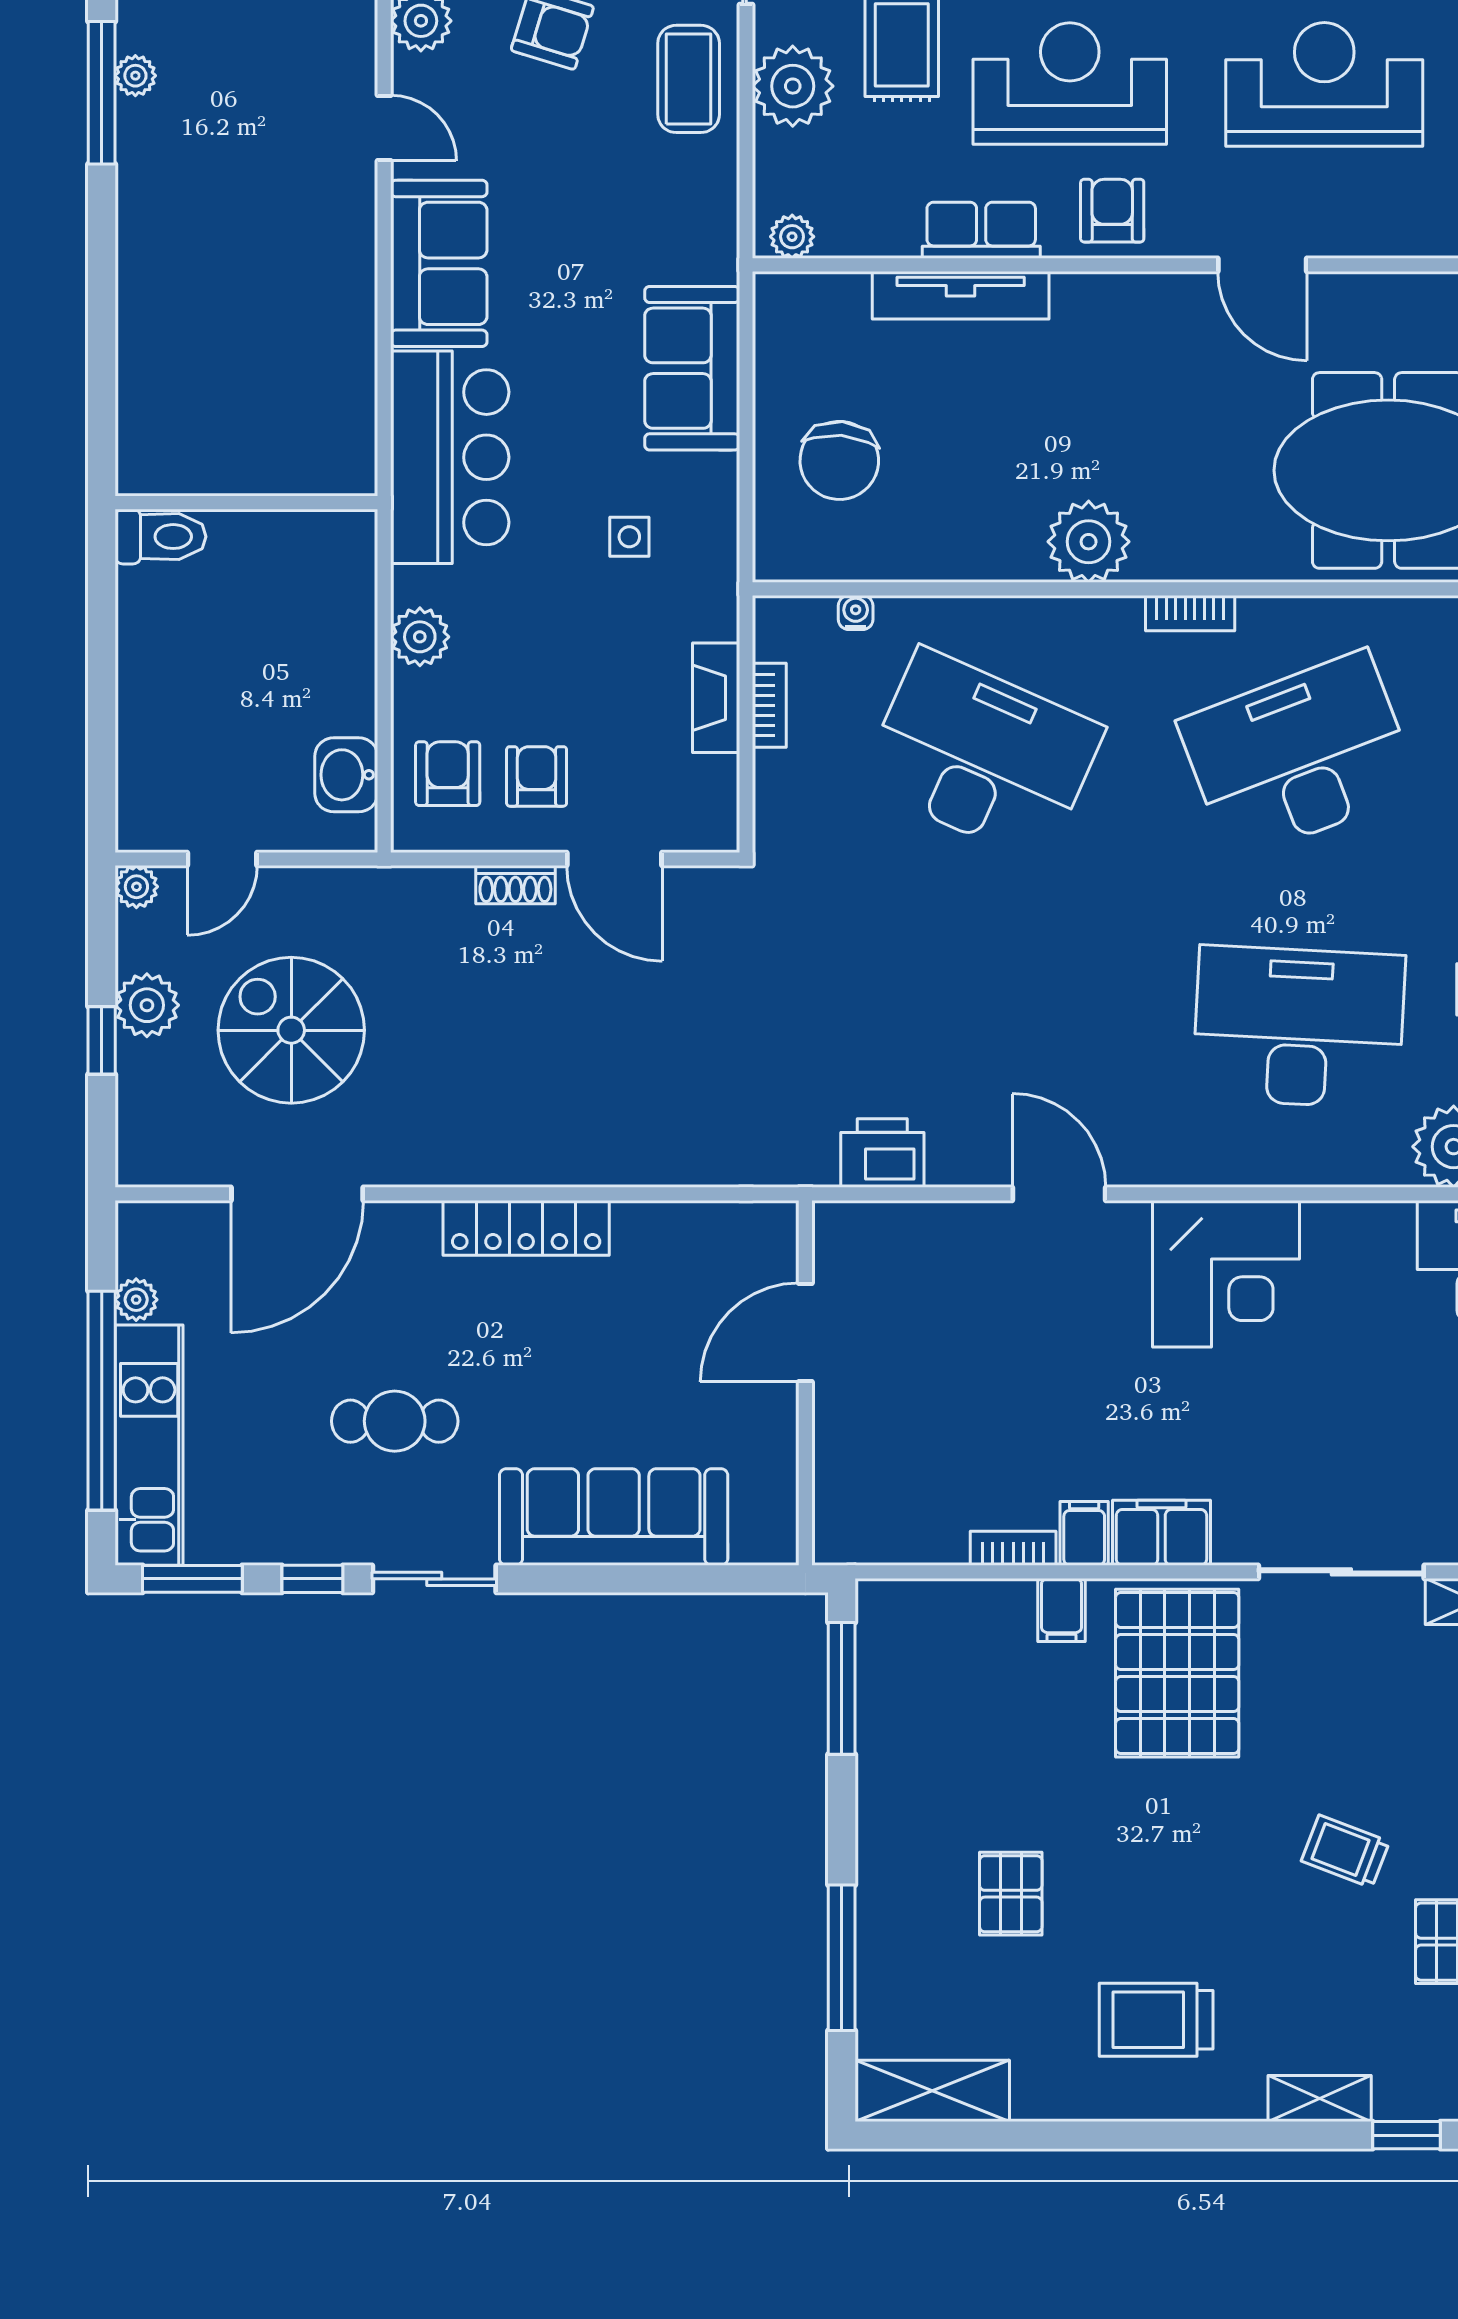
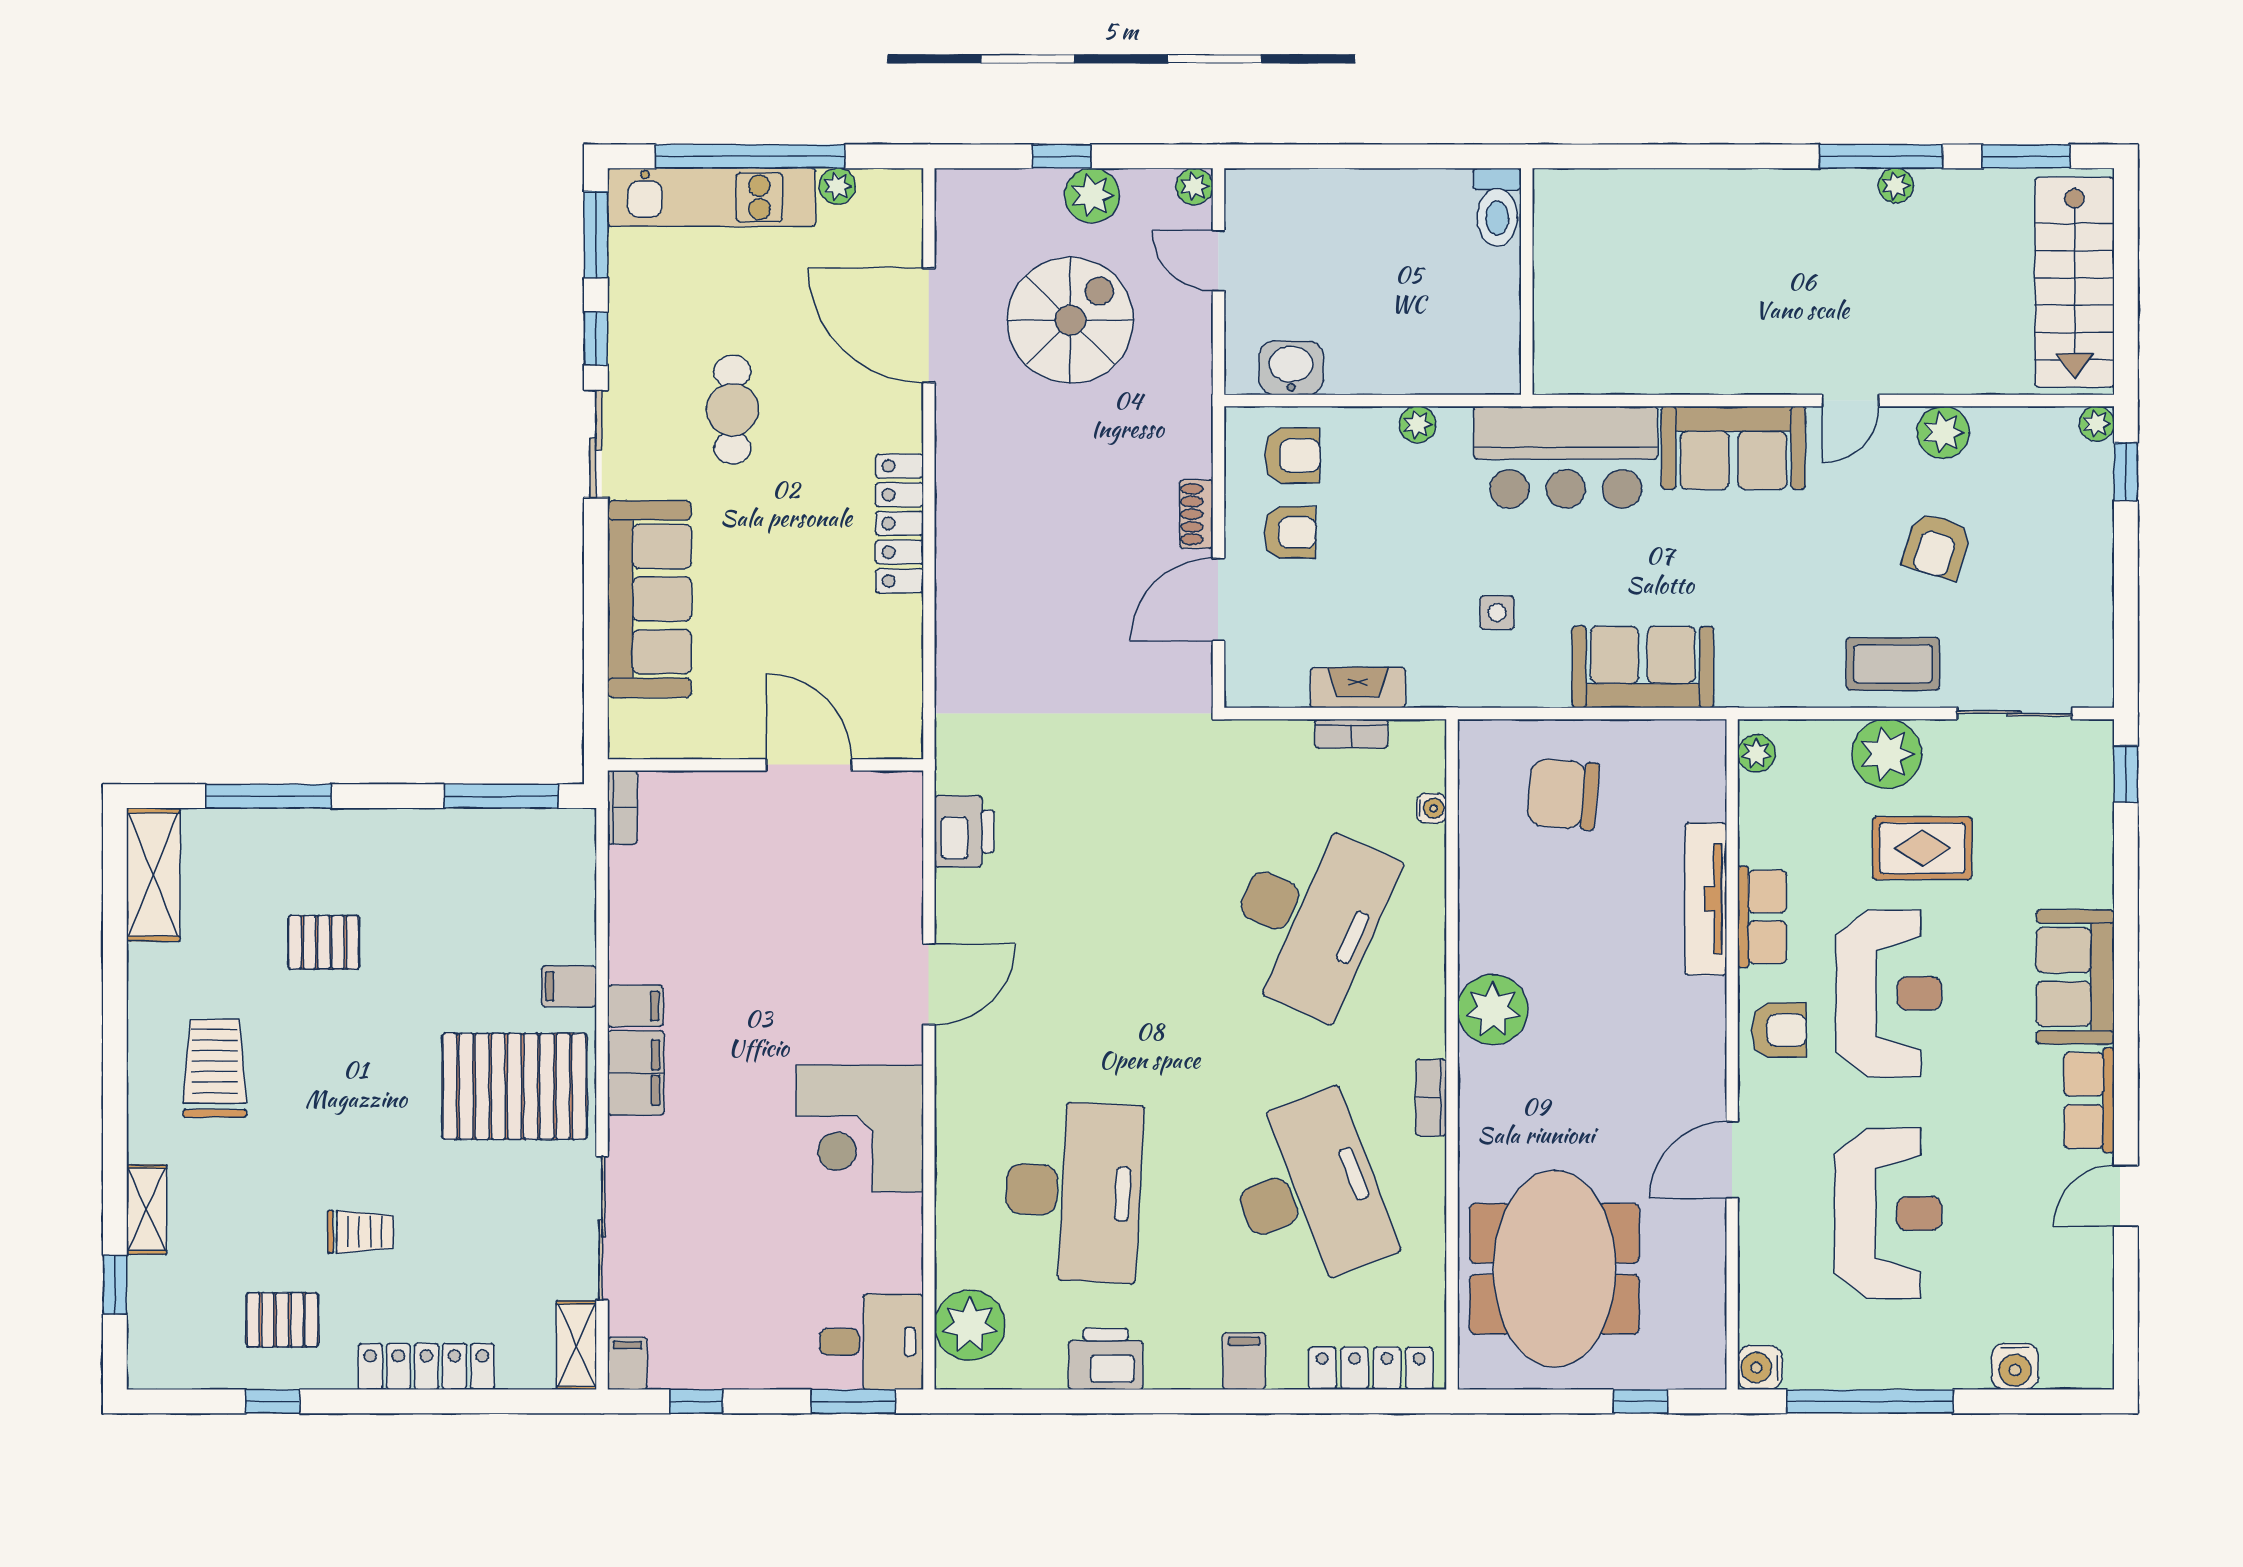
plant: (420, 637) -> (1417, 425), width x0.73, depth x0.73
bookcase: (1013, 1548) -> (622, 807), moved
trolley: (1345, 1851) -> (360, 1232), turned 69

